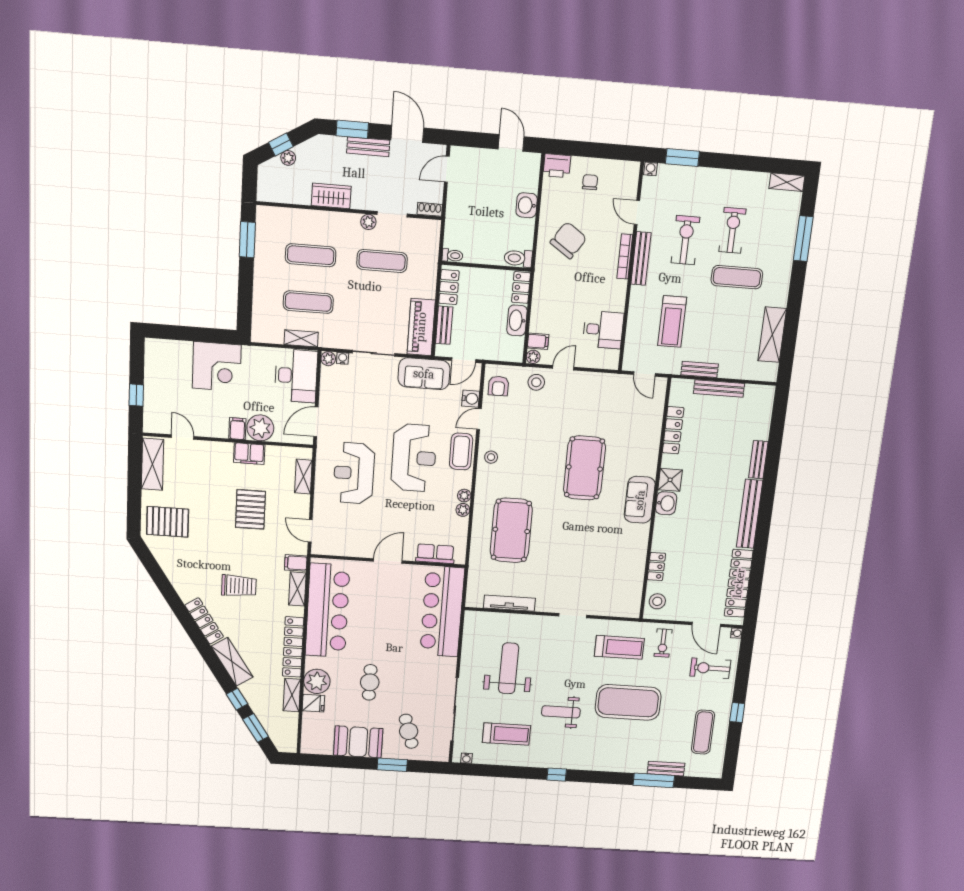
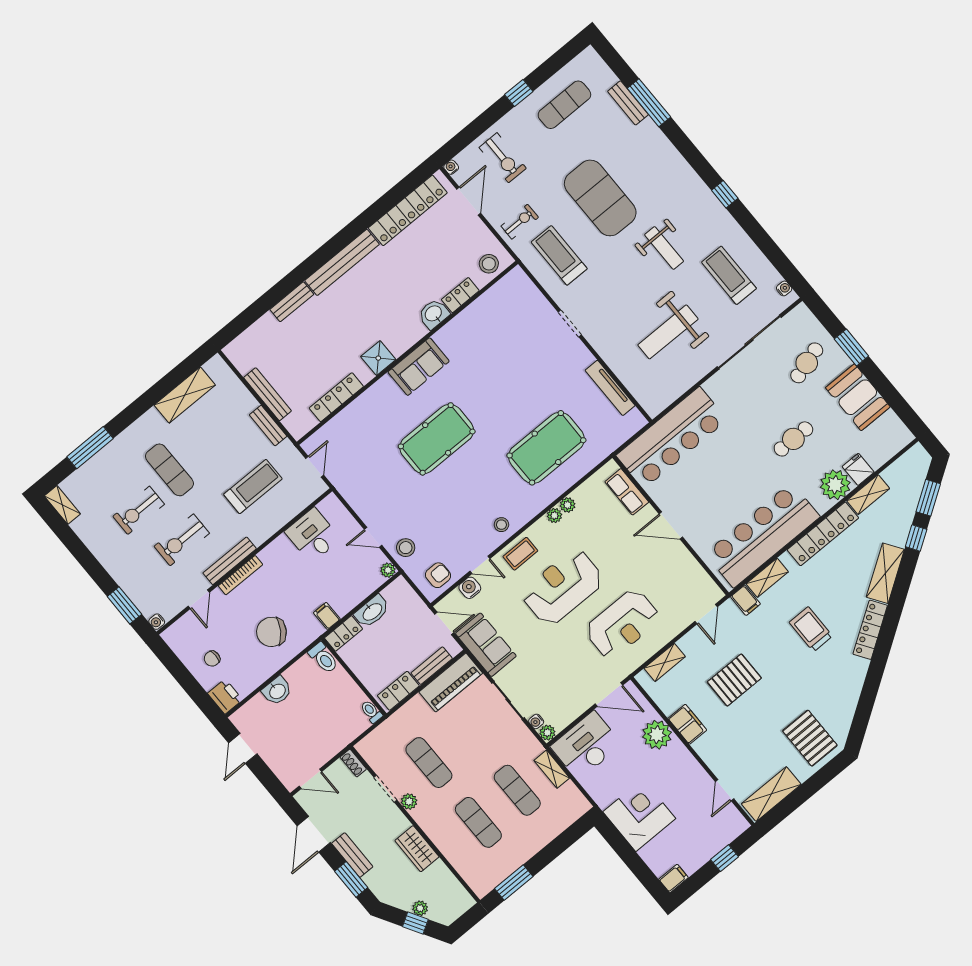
filing cabinet: (538, 341) -> (327, 616), moved
filing cabinet: (237, 429) -> (673, 878), moved, turned 180
coffee table: (461, 451) -> (520, 554), width x0.73, depth x0.77
washbasin: (666, 503) -> (434, 314), moved

